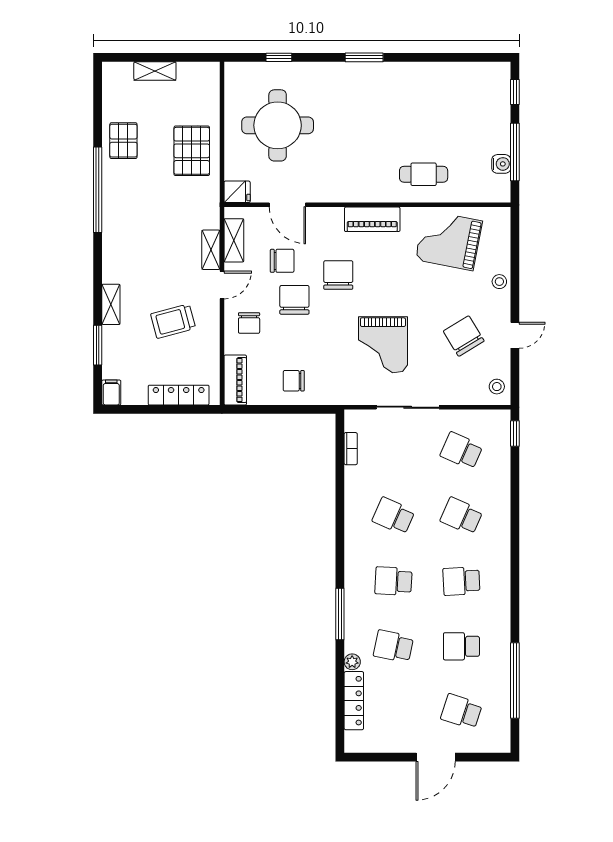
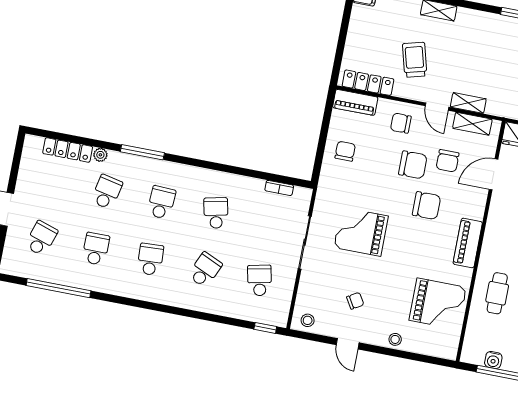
grand piano: (449, 240) -> (438, 304), turned 79
chair: (464, 336) -> (355, 301), width x0.54, depth x0.54
locker: (179, 395) -> (368, 83), moved, turned -90
school desk: (461, 451) -> (260, 280), turned -36
school desk: (393, 516) -> (216, 213), turned -36

